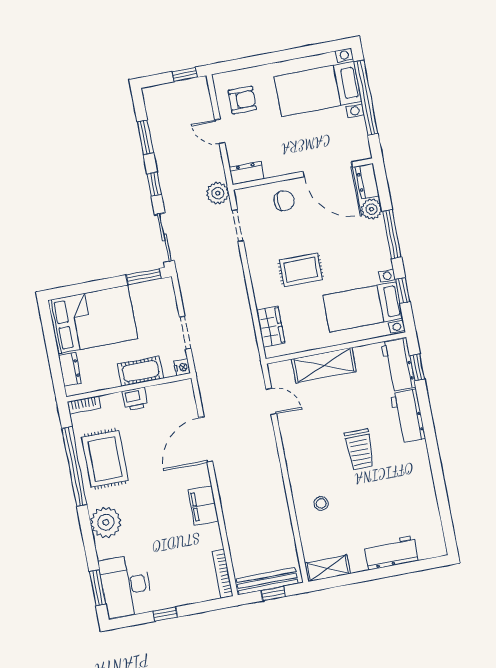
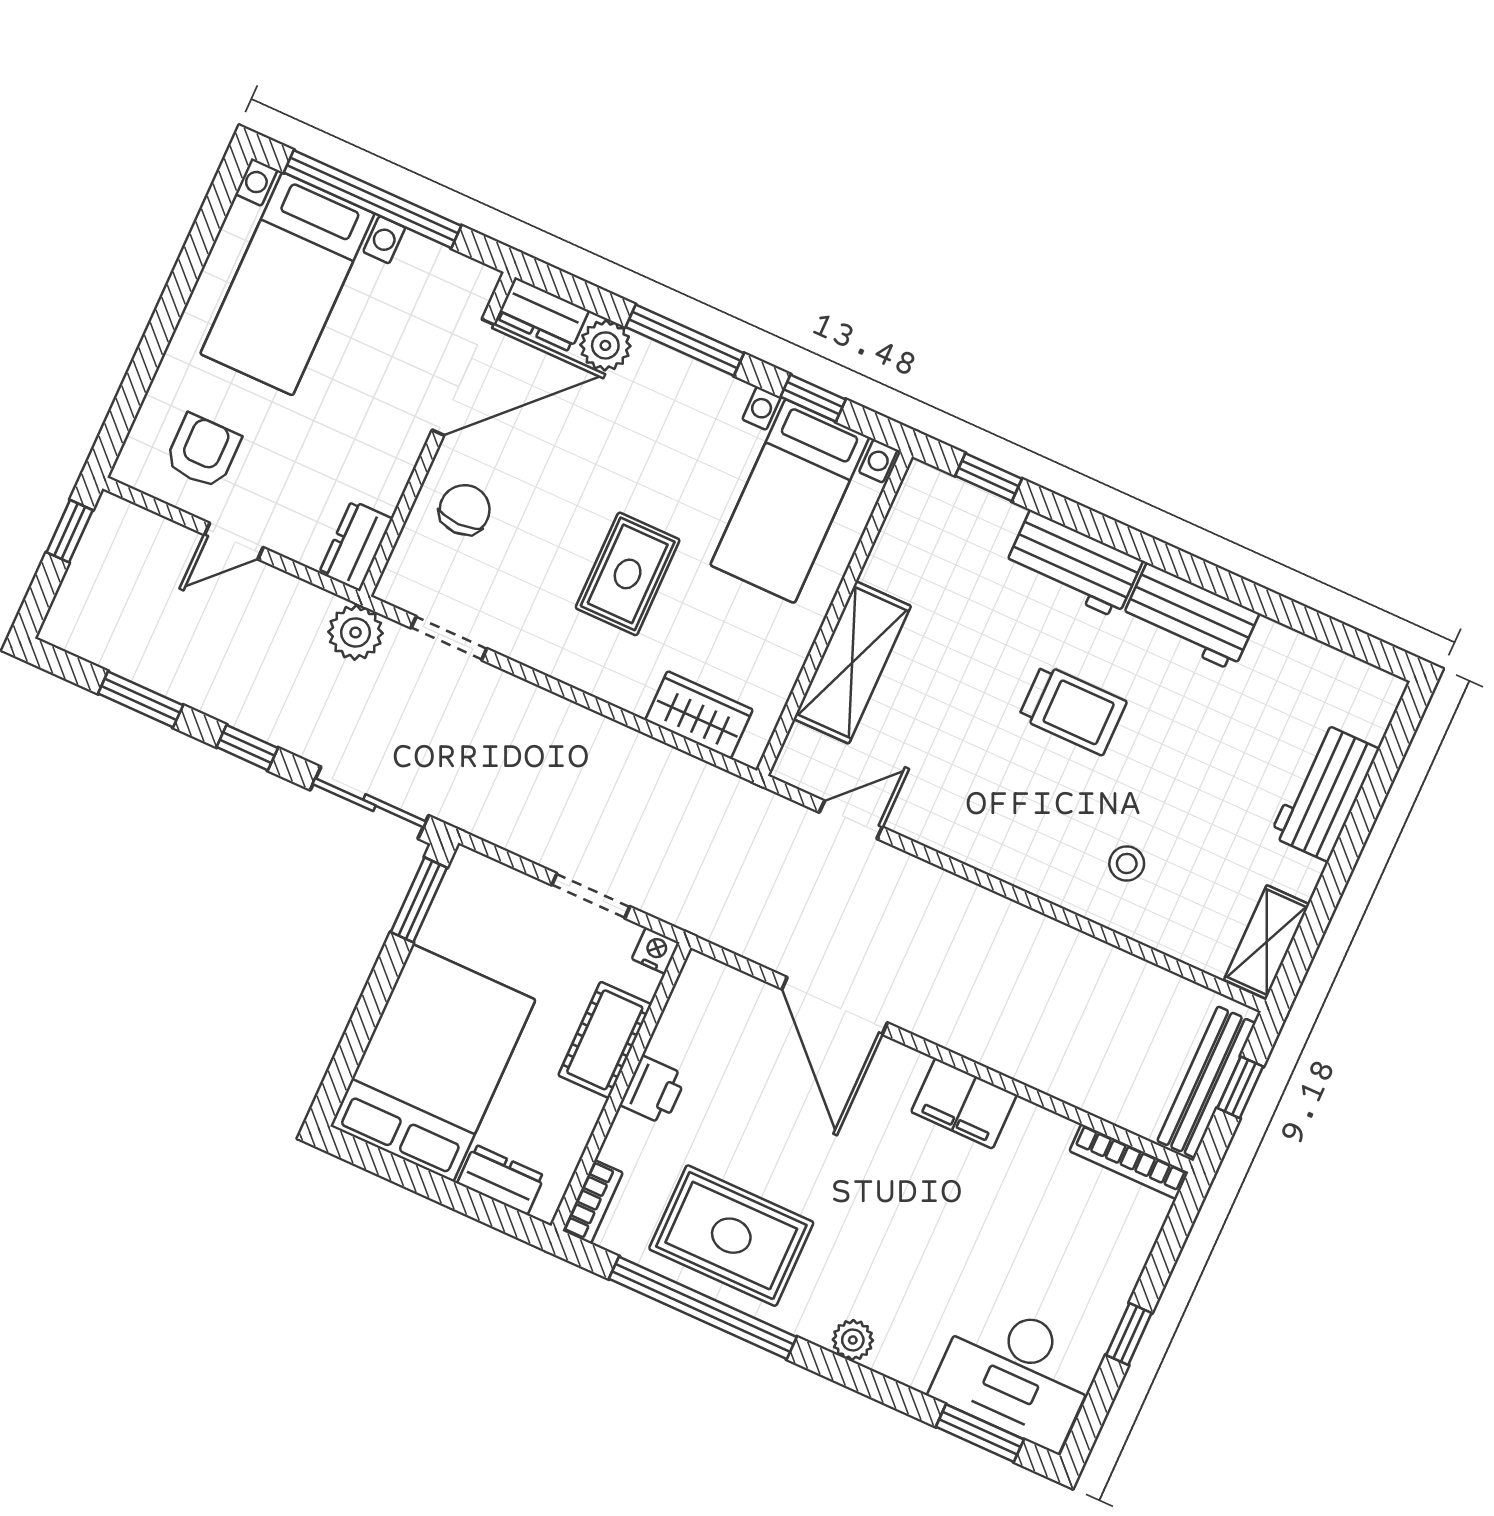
workbench: (398, 365) -> (1190, 617), moved
plant: (106, 522) -> (853, 1340), width x0.53, depth x0.53

